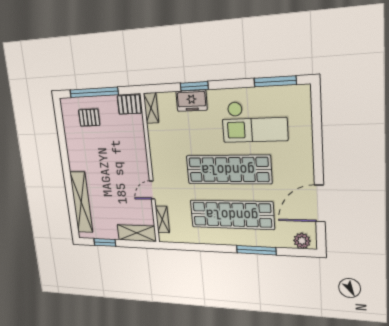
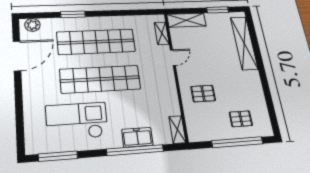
window: (194, 86) -> (135, 150), width x2.11
pallet: (129, 105) -> (203, 94), moved
window: (256, 250) -> (73, 14), width x0.69

